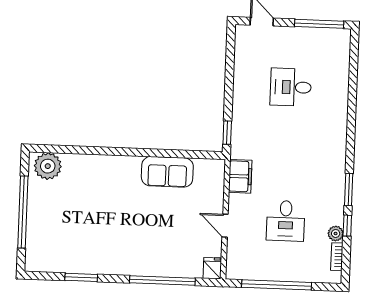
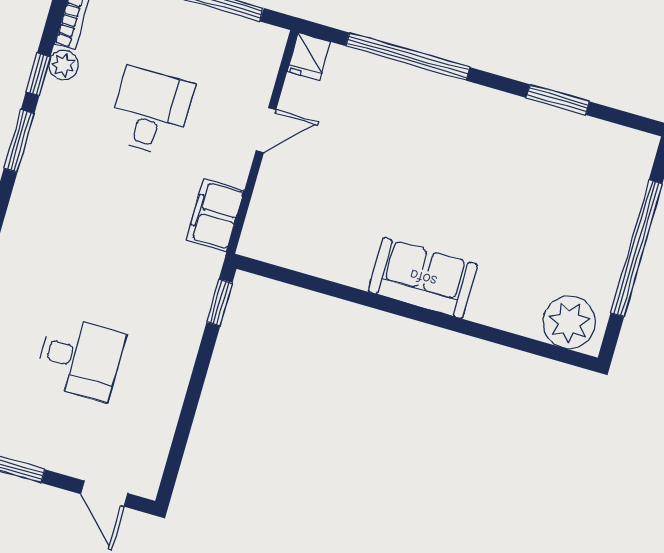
sofa: (167, 172) -> (423, 278), moved
door: (225, 226) -> (266, 130), hinge flipped

